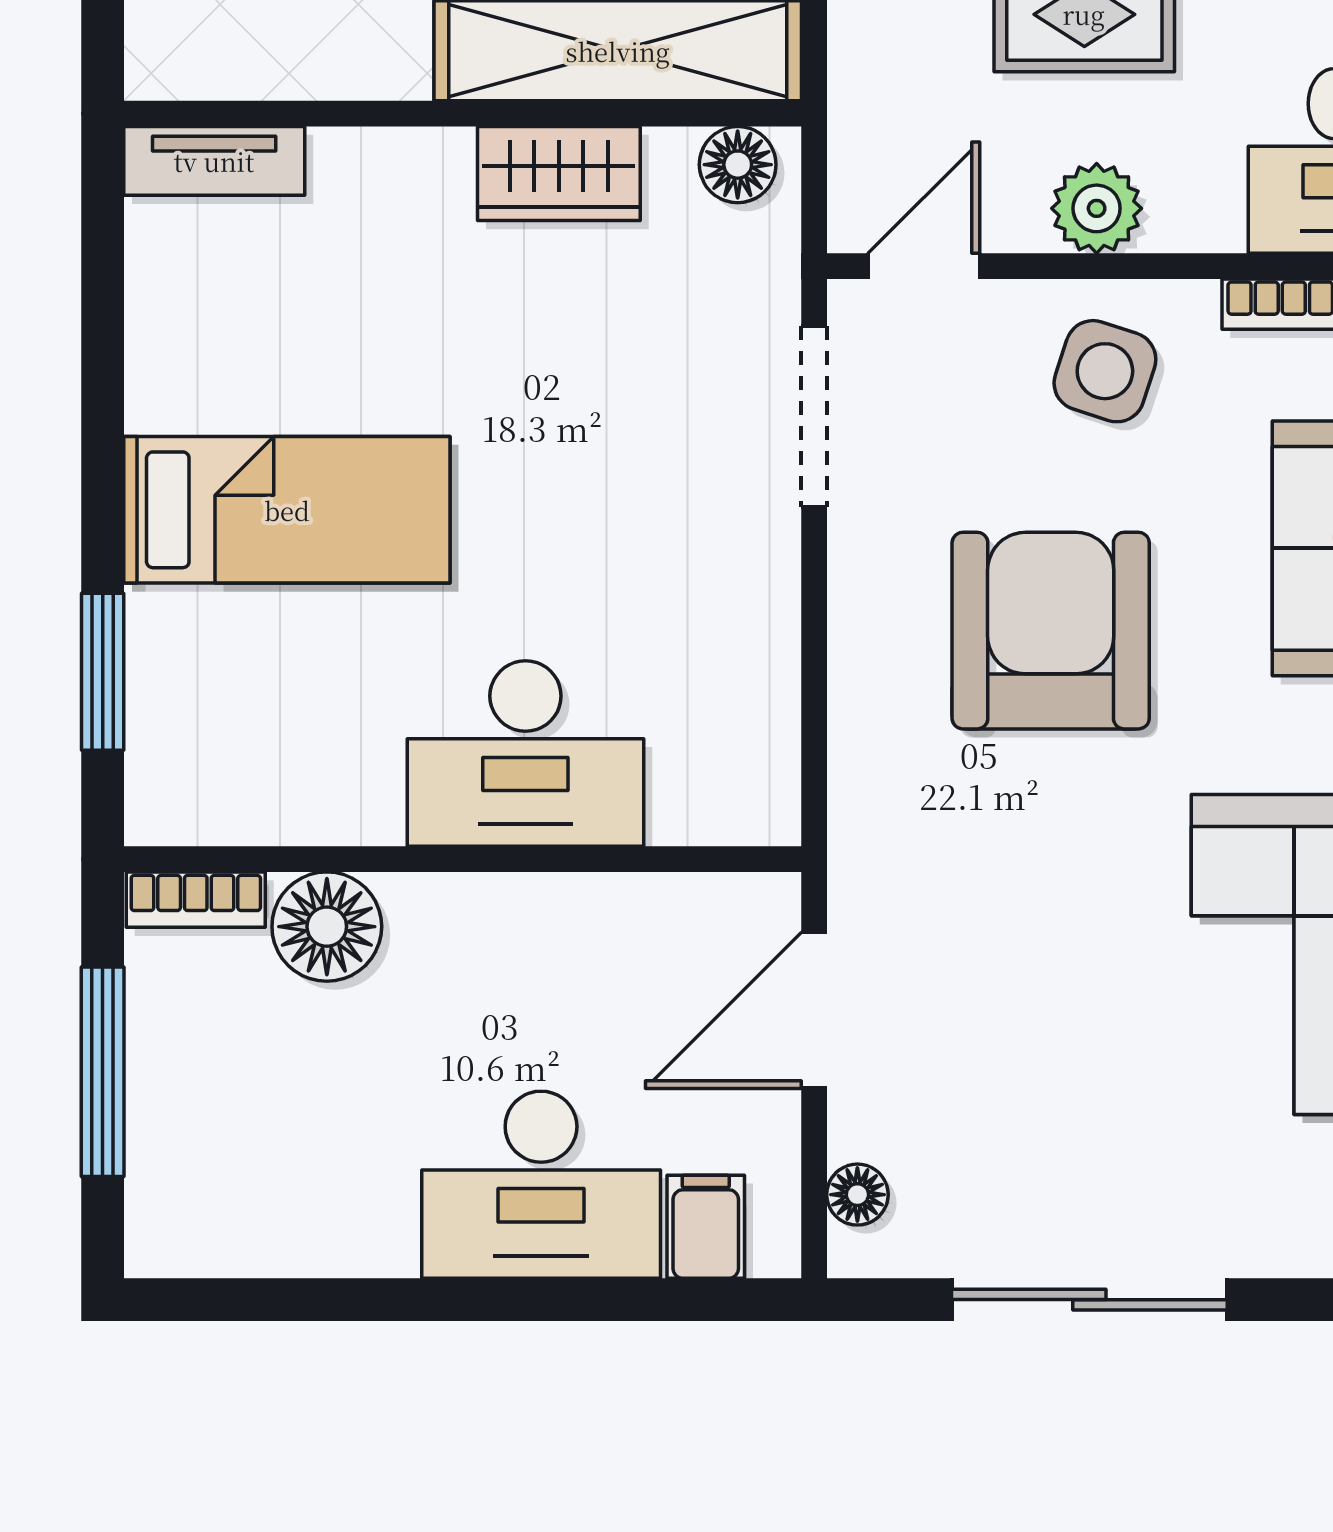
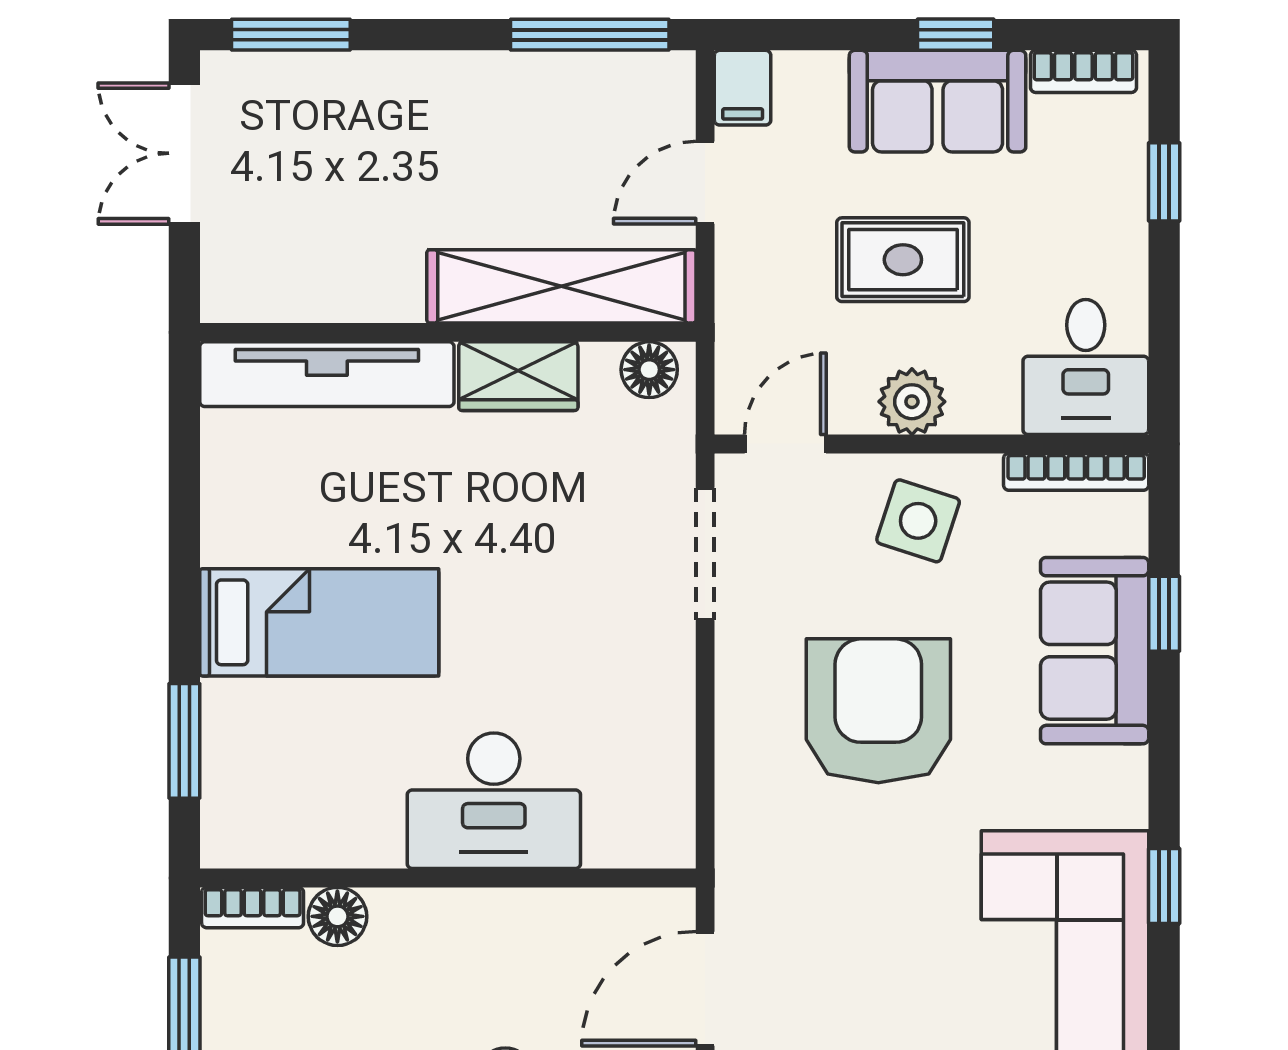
tv unit: (214, 161) -> (327, 374), width x1.92, depth x1.29
floor lamp: (327, 927) -> (337, 916), width x0.73, depth x0.73

